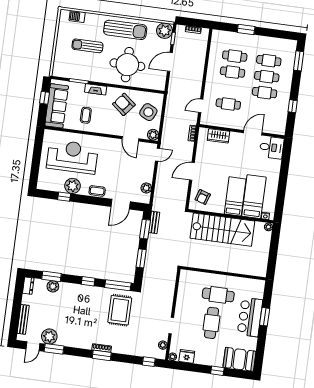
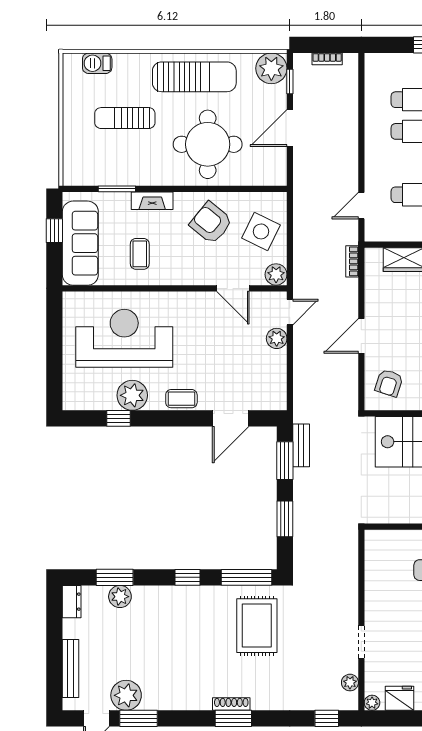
plant: (146, 188) -> (277, 338), moved

